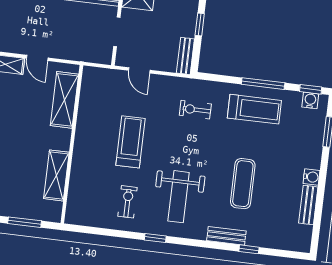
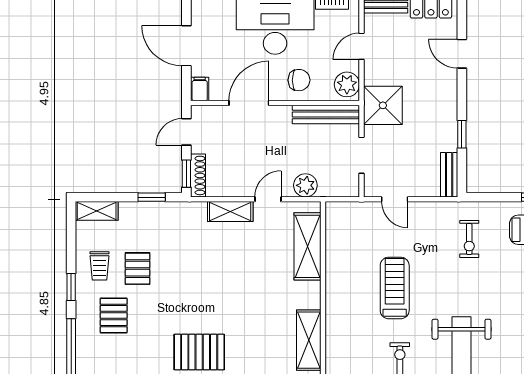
plant: (69, 50) -> (305, 185), added
door: (37, 58) -> (268, 199), swing flipped
exercise bike: (195, 110) -> (469, 239), turned -90

